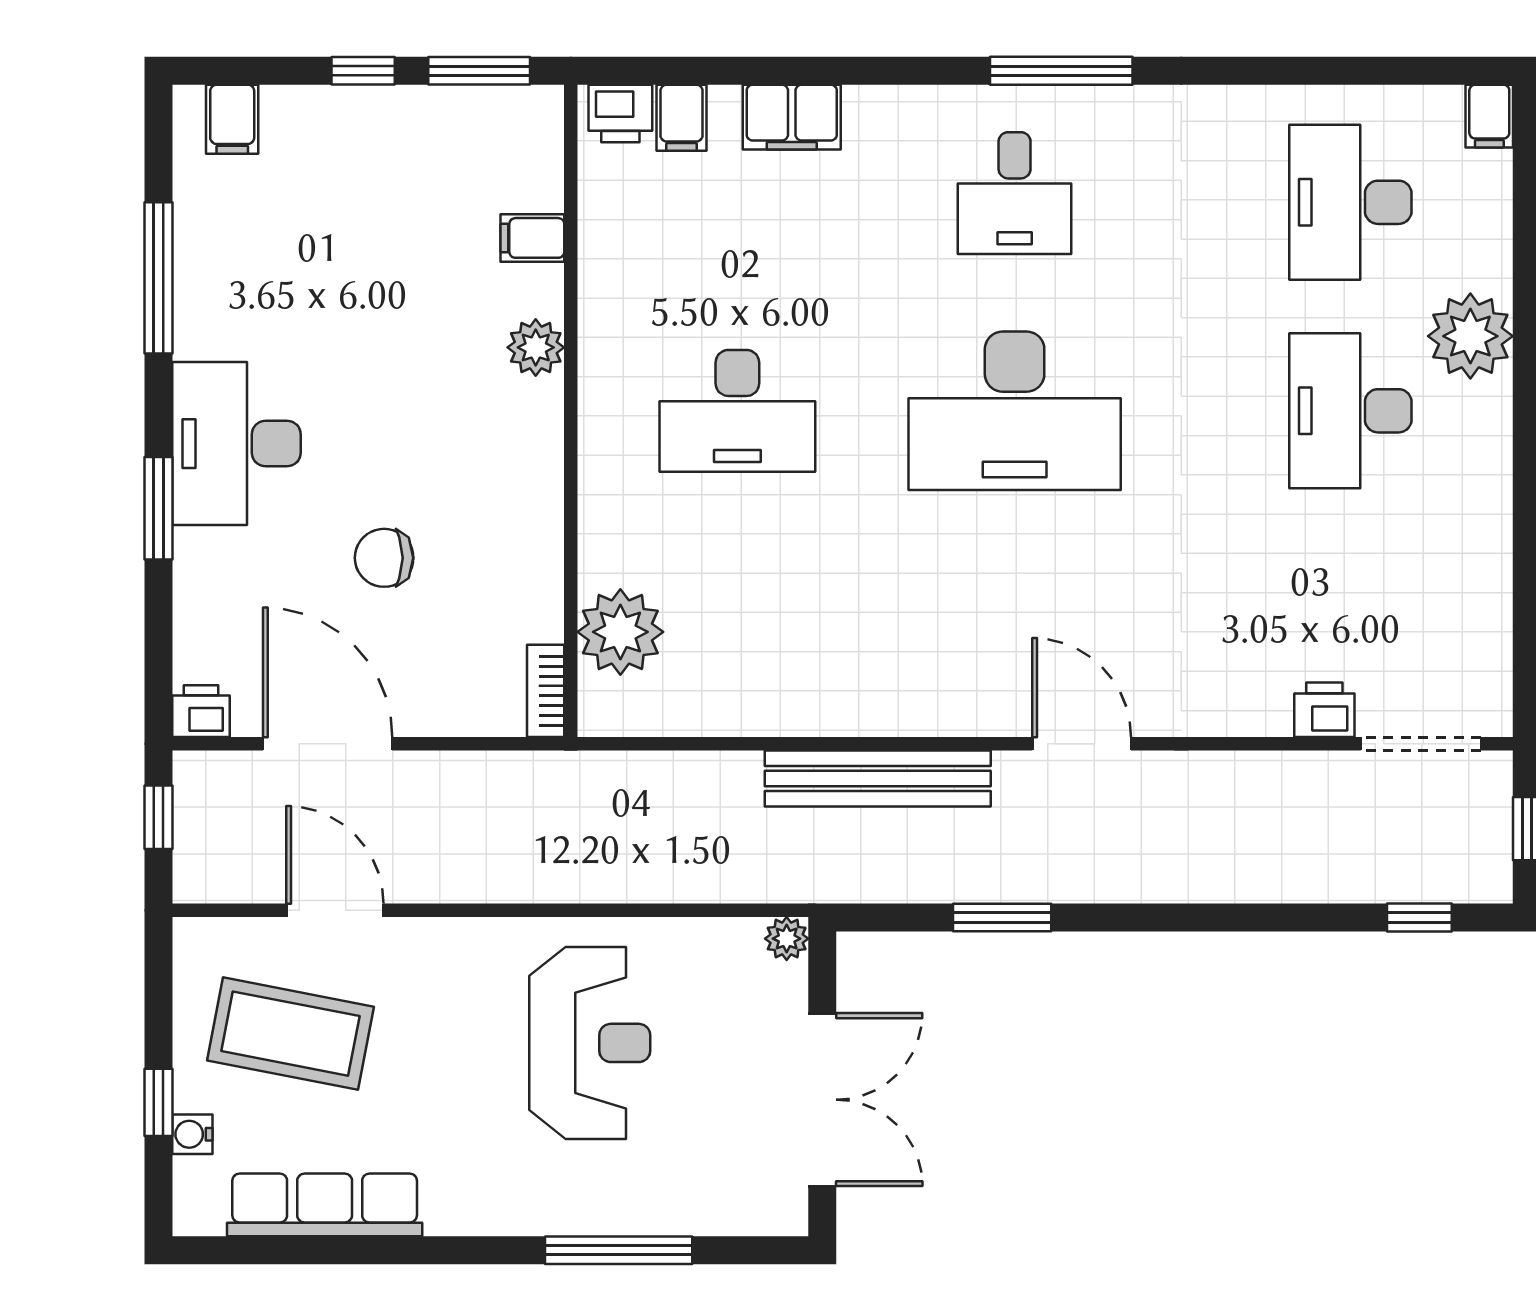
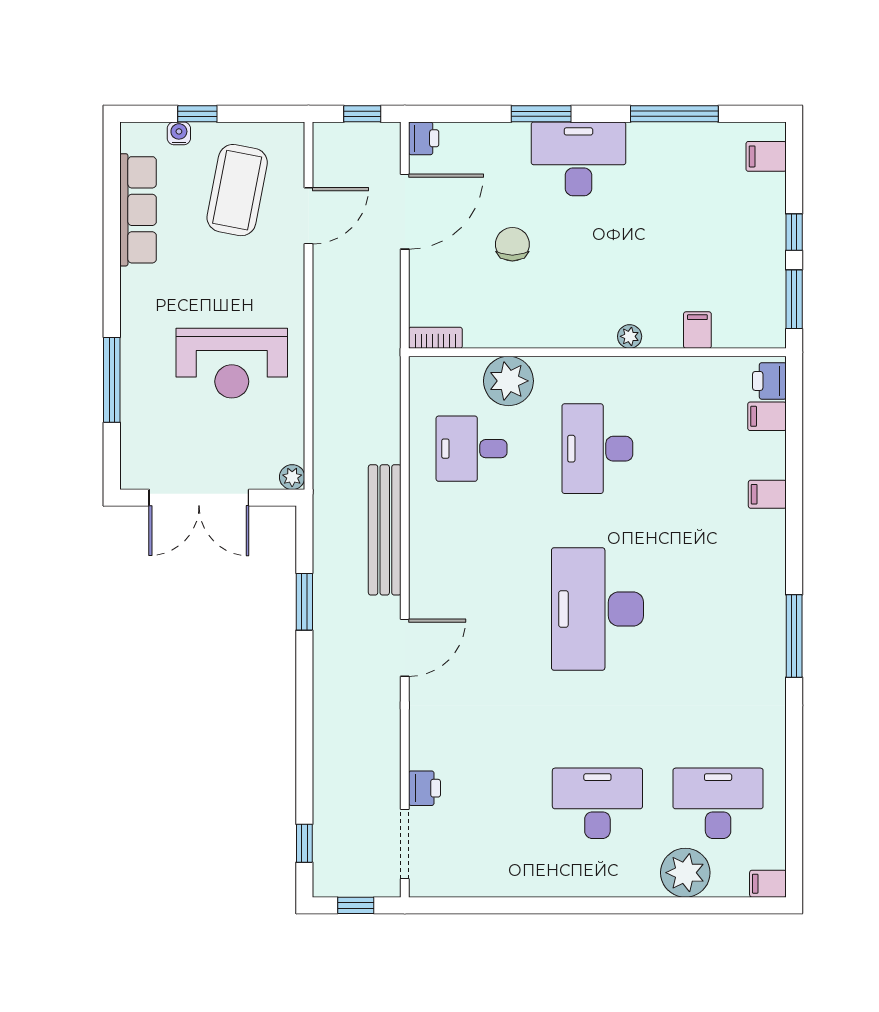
filing cabinet: (792, 117) -> (767, 494), width x0.50
desk: (1015, 193) -> (472, 449), moved
plant: (1470, 336) -> (685, 873), moved
plant: (536, 347) -> (630, 336), width x0.73, depth x0.73
plant: (620, 632) -> (508, 381), moved

